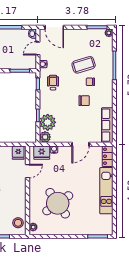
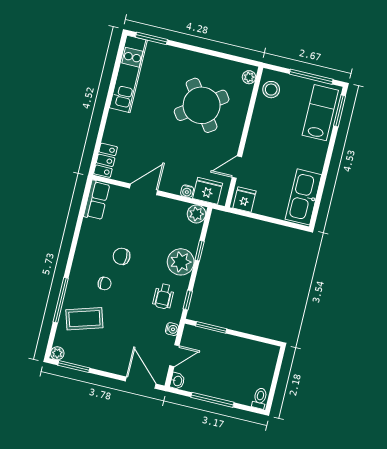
coffee table: (84, 65) -> (84, 319), moved
plant: (48, 122) -> (181, 262), moved
row of seats: (107, 125) -> (97, 200), width x0.68
kitchen unit: (106, 191) -> (128, 74), moved

